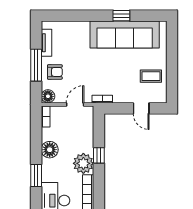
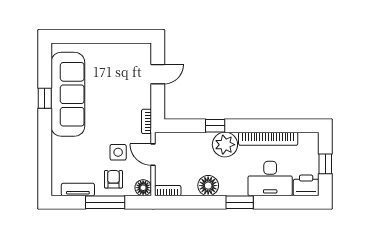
side table: (77, 76) -> (118, 152), added
coffee table: (151, 76) -> (119, 62), removed

